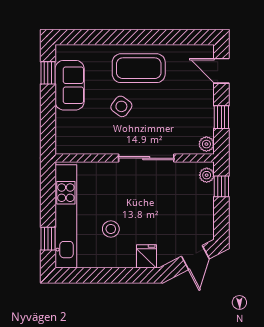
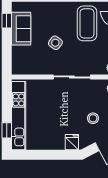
coffee table: (139, 68) -> (87, 23), moved, turned 90
stool: (111, 229) -> (93, 118), moved

